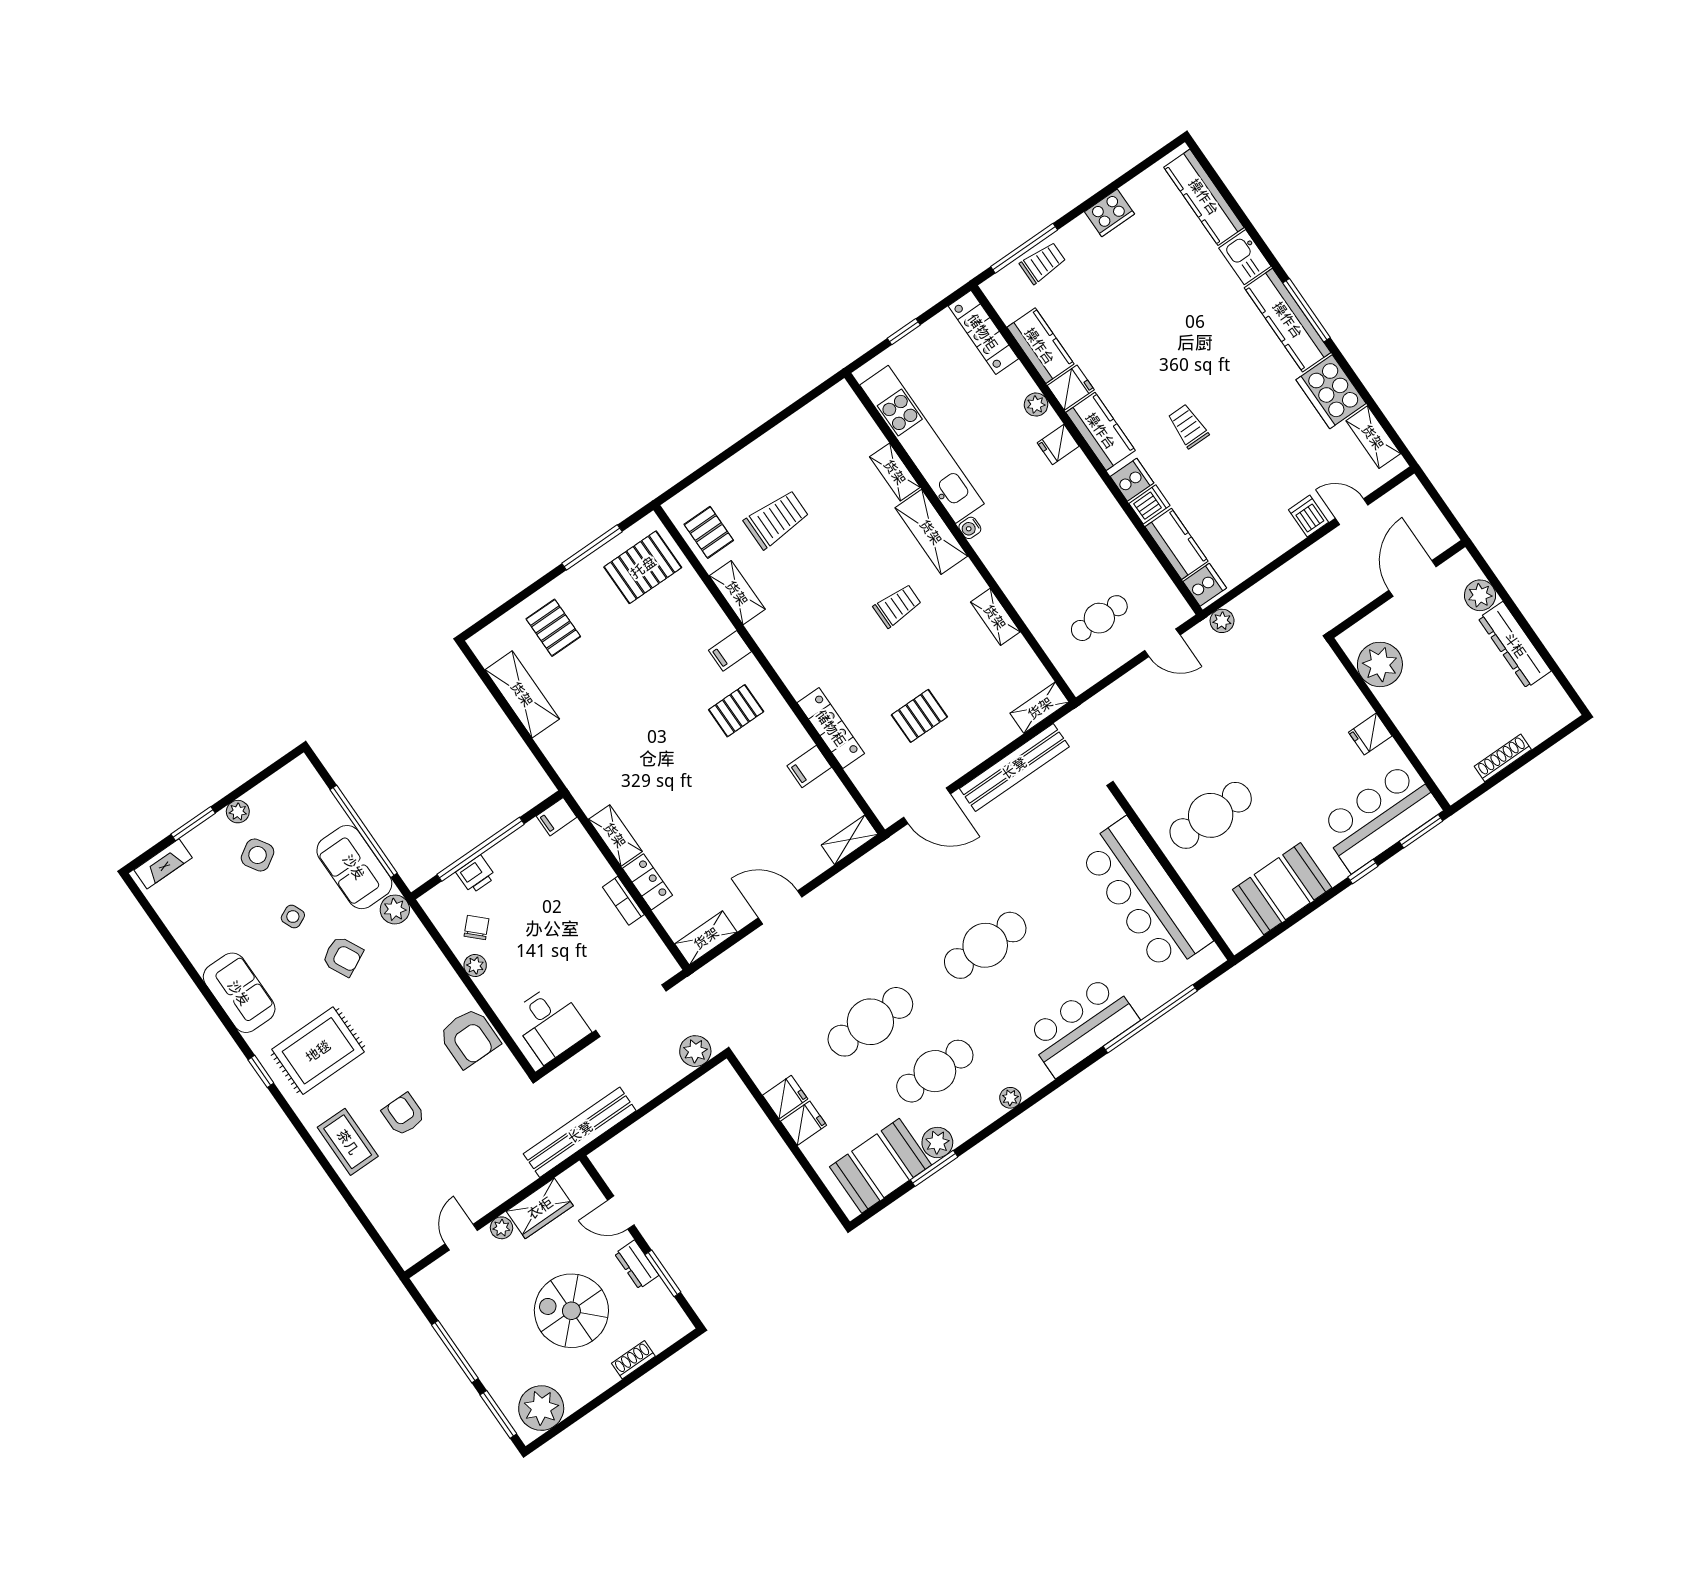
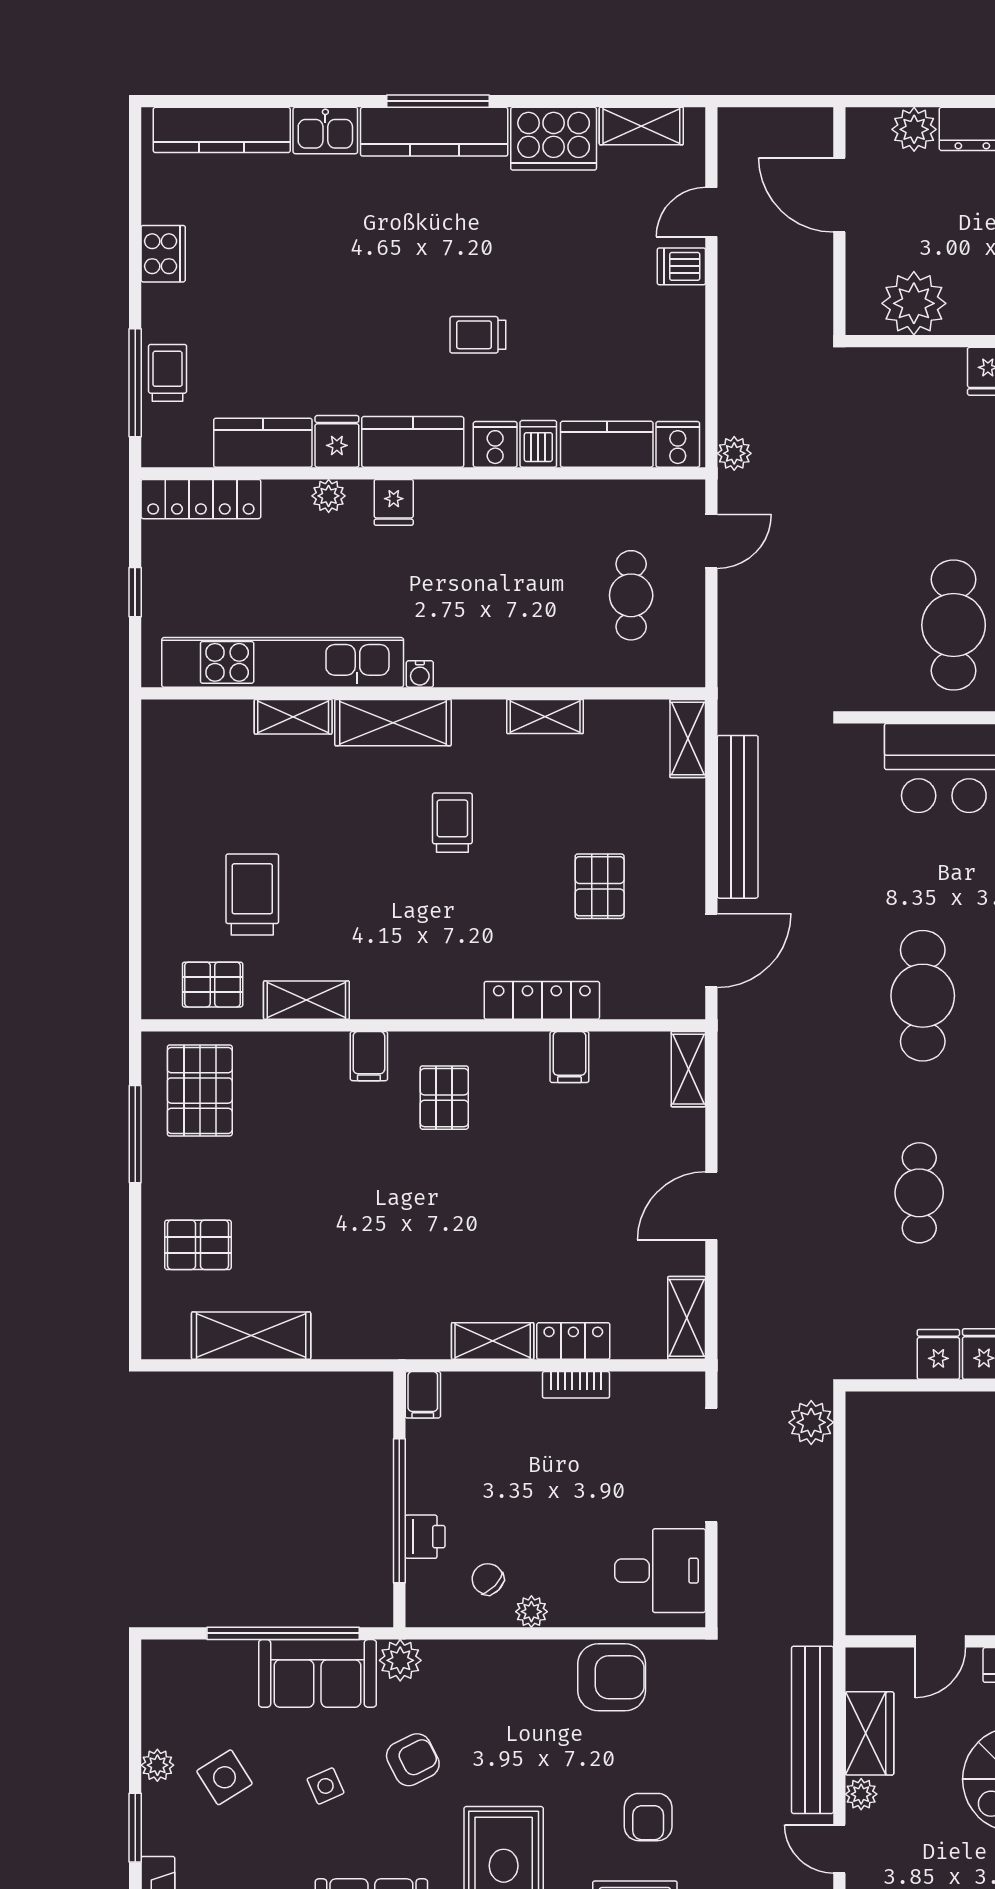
cafe table: (870, 1022) -> (919, 1193), width x0.73, depth x0.74
armchair: (403, 1114) -> (648, 1817), turned -90
bench: (580, 1132) -> (812, 1730), moved

